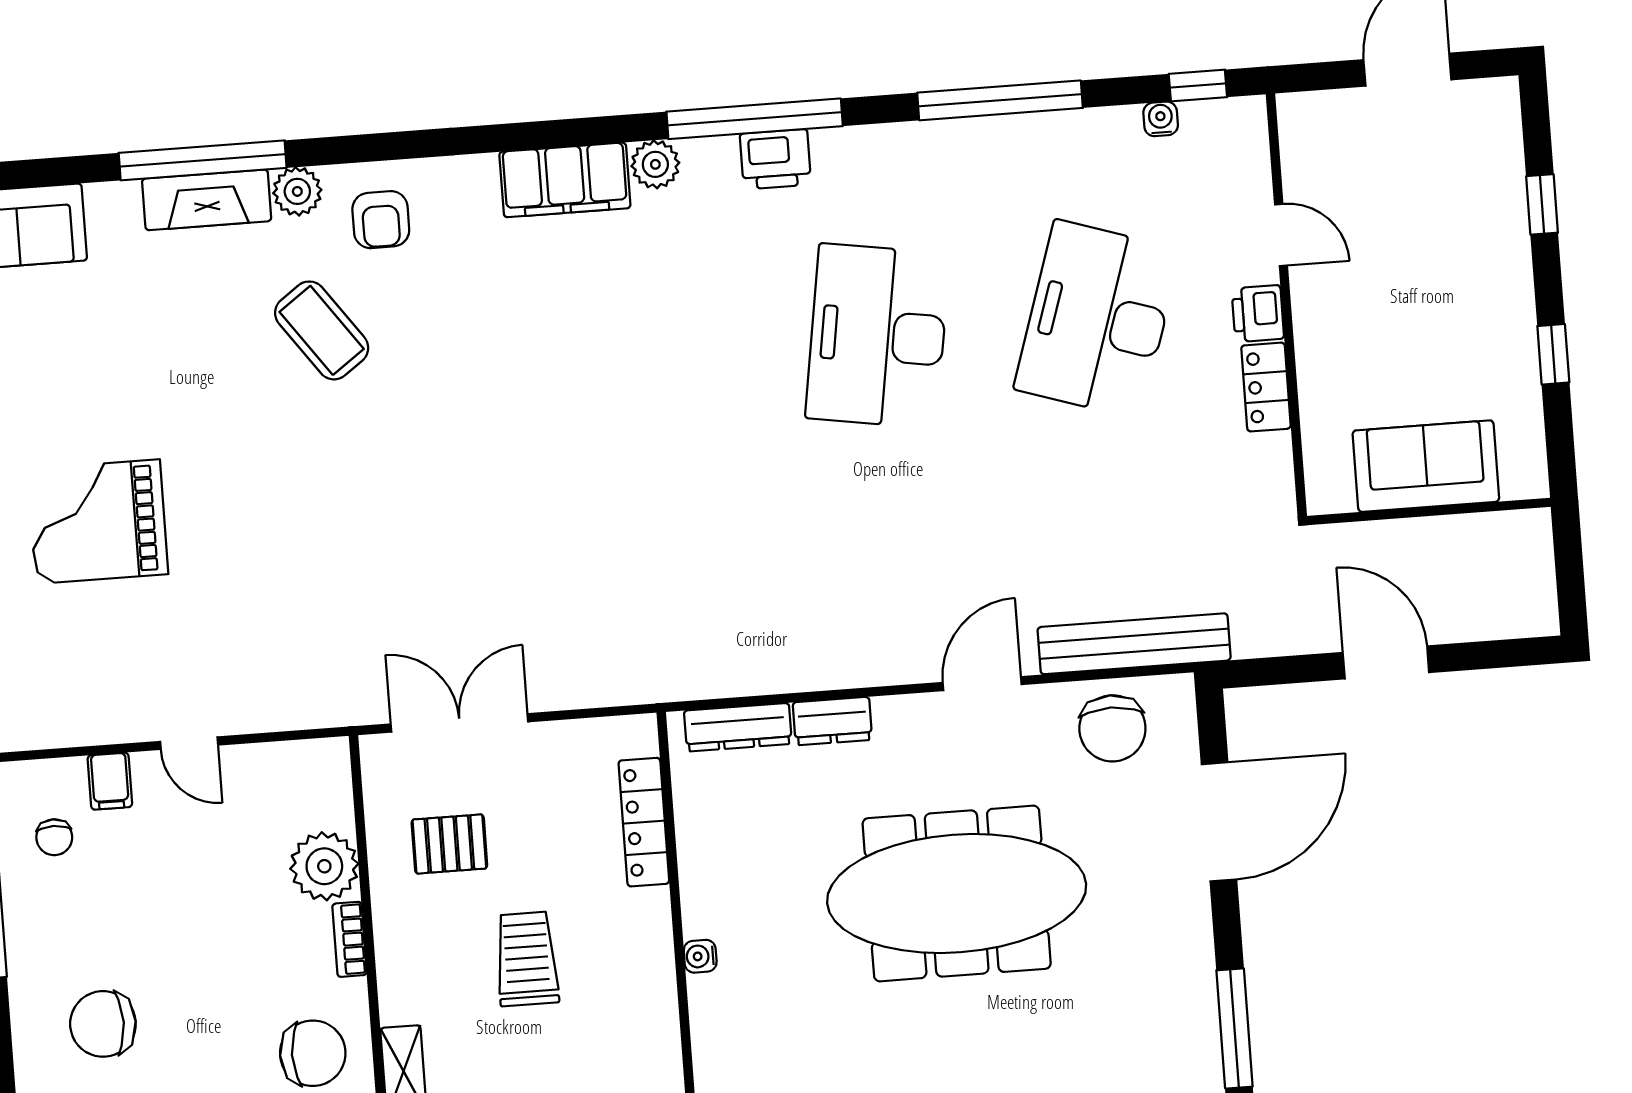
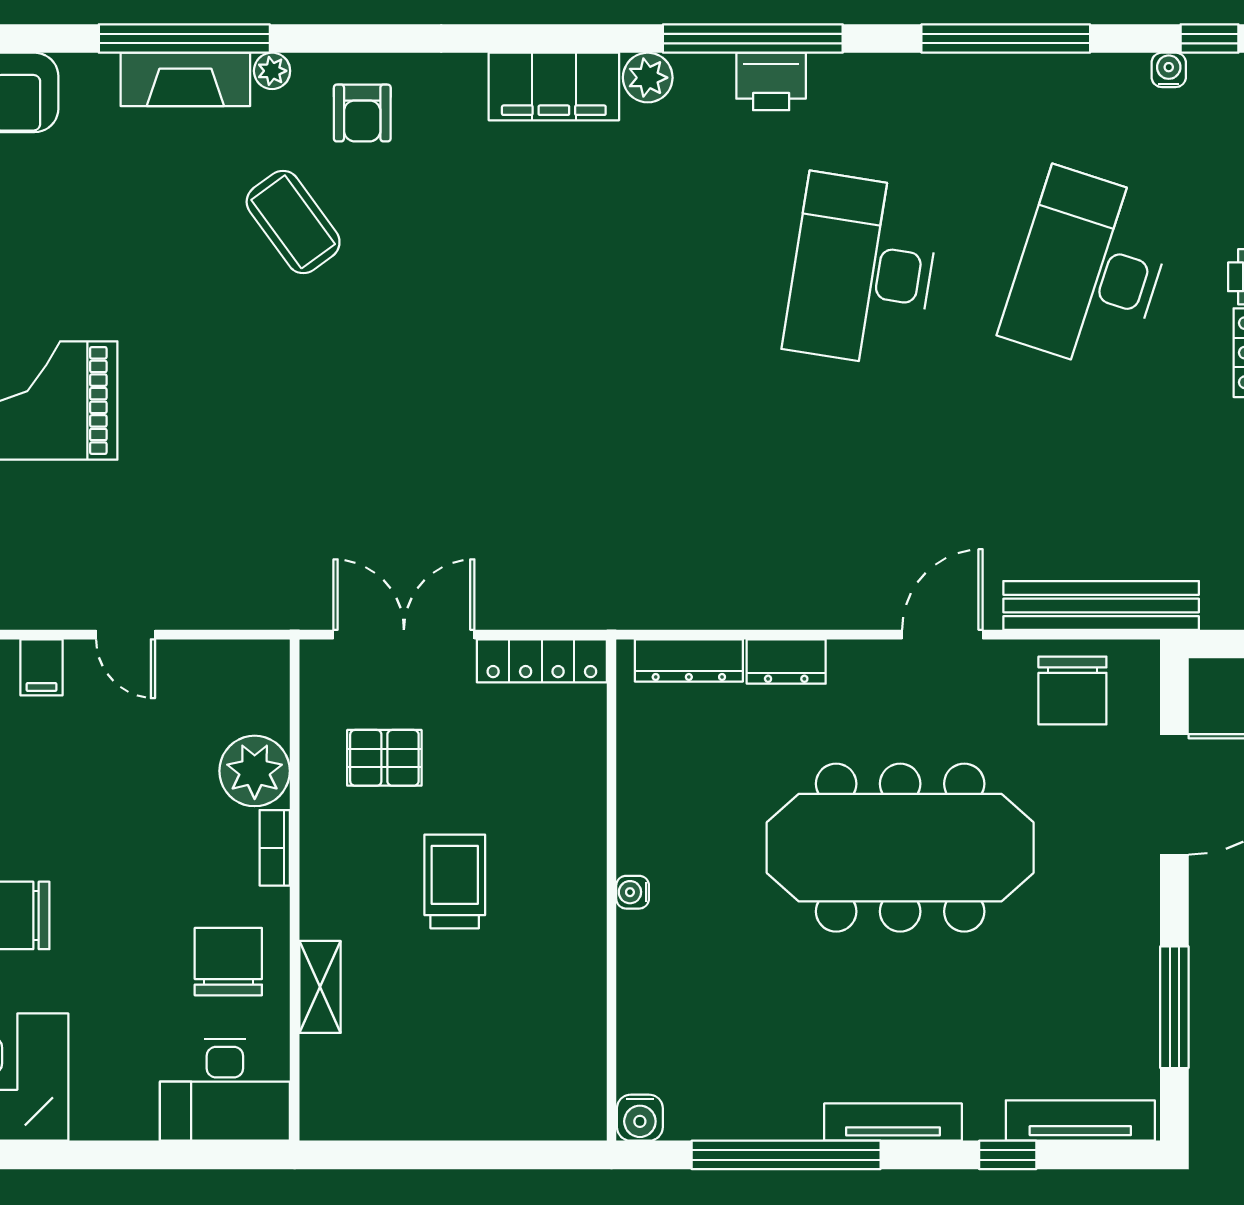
plant: (297, 191) -> (272, 71), width x0.73, depth x0.73
locker: (644, 822) -> (542, 661), moved, turned -90
chair: (313, 1053) -> (228, 962), turned -90

